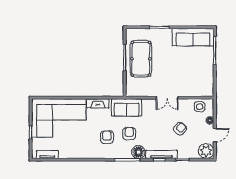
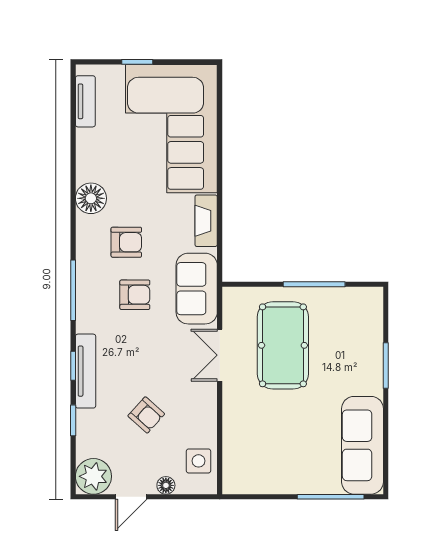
pool table: (141, 59) -> (283, 345), moved, turned 90
double door: (167, 98) -> (220, 355), moved
door: (215, 135) -> (131, 497), hinge flipped
floor lamp: (138, 152) -> (91, 198), moved

